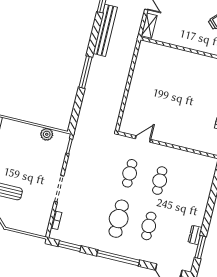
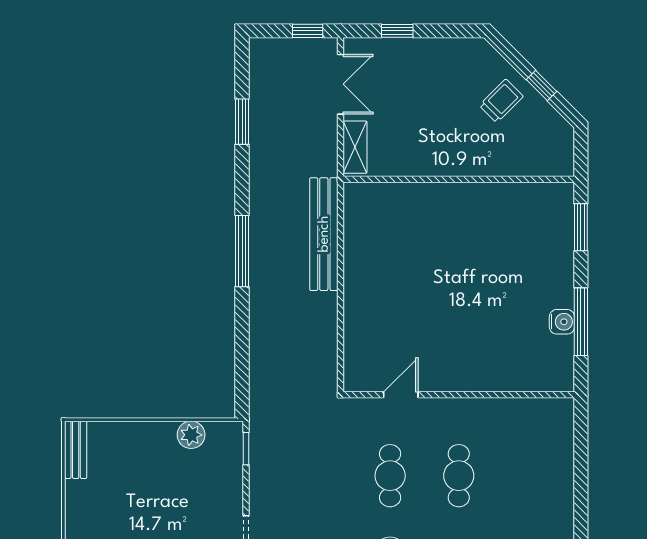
bench: (105, 30) -> (324, 234), moved
window: (85, 72) -> (242, 251), moved

